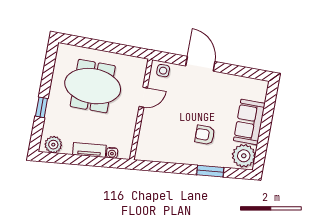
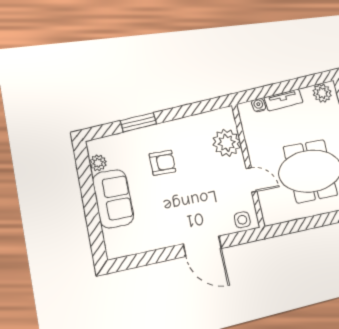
door: (143, 97) -> (251, 180), swing flipped
plant: (150, 132) -> (227, 143), added
plant: (244, 156) -> (98, 163), width x0.53, depth x0.53

